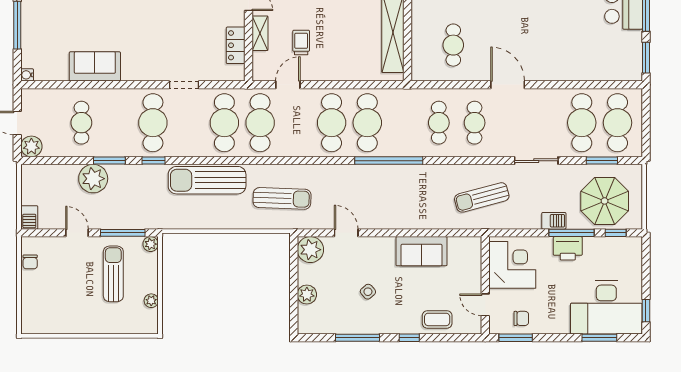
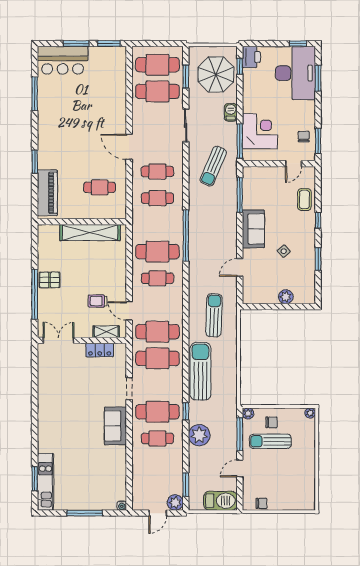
shelving: (260, 33) -> (106, 332), moved
sofa: (95, 66) -> (115, 426), moved
door: (508, 85) -> (129, 147), hinge flipped
cafe table: (81, 123) -> (157, 438), moved
cafe table: (332, 123) -> (157, 278), width x0.73, depth x0.74
window: (109, 161) -> (186, 485), moved
plant: (93, 179) -> (199, 435), moved
sun lounger: (207, 180) -> (200, 371), turned 180
sun lounger: (482, 197) -> (213, 166), turned 38
barbecue: (29, 217) -> (220, 501), width x1.88, depth x1.53
window: (443, 233) -> (240, 195), added
window: (571, 233) -> (240, 141), moved
printer: (568, 248) -> (251, 57), moved
plant: (310, 250) -> (252, 294), removed
sofa: (421, 251) -> (253, 229), moved
corner desk: (512, 265) -> (260, 131), moved, turned 90
chair: (139, 275) -> (272, 422), added
plant: (151, 301) -> (310, 413), moved
window: (357, 338) -> (318, 259), width x0.69

